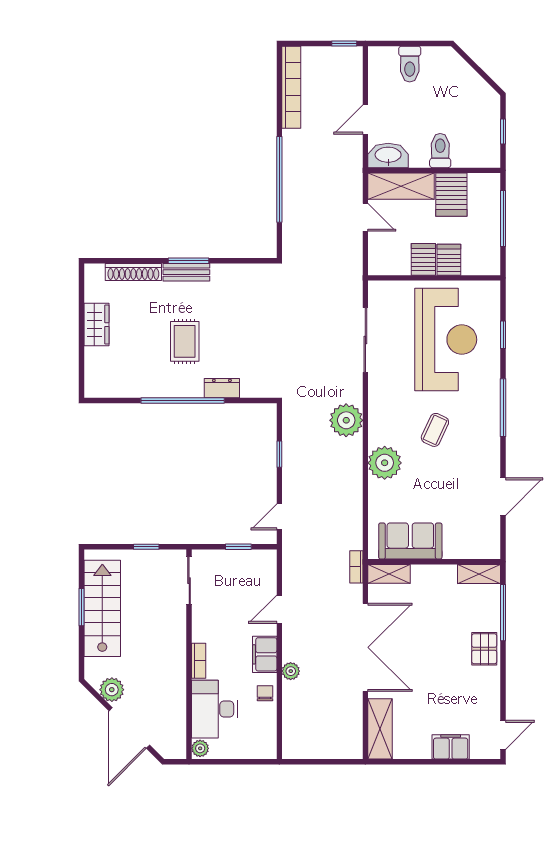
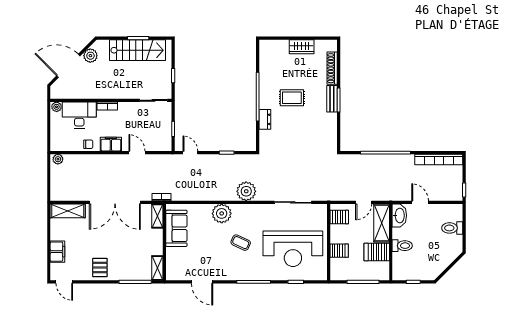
server rack: (423, 259) -> (339, 217), moved
pallet: (484, 649) -> (100, 267), moved, turned 90
plant: (291, 671) -> (58, 159), moved

